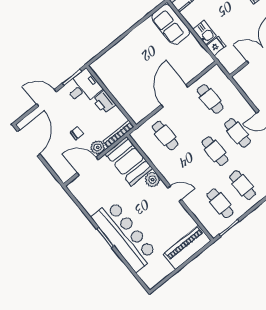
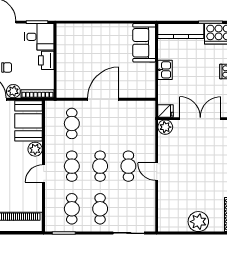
fridge: (216, 46) -> (166, 111), moved
plant: (242, 78) -> (165, 127), added
cafe table: (210, 99) -> (72, 166), moved
door: (175, 194) -> (44, 174), swing flipped

